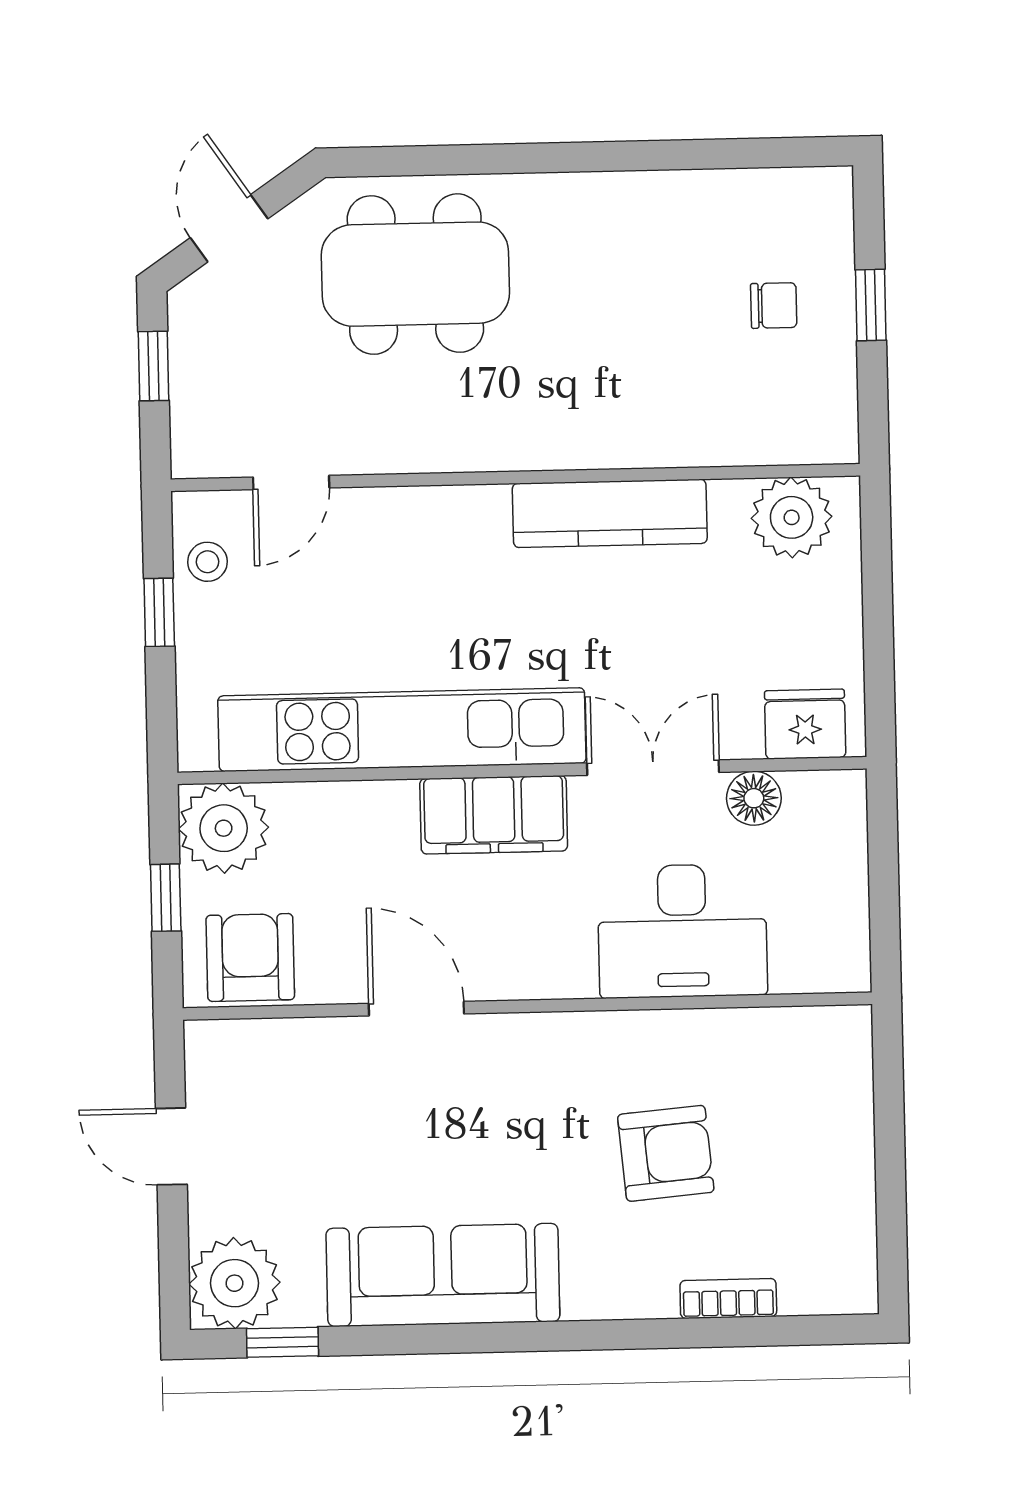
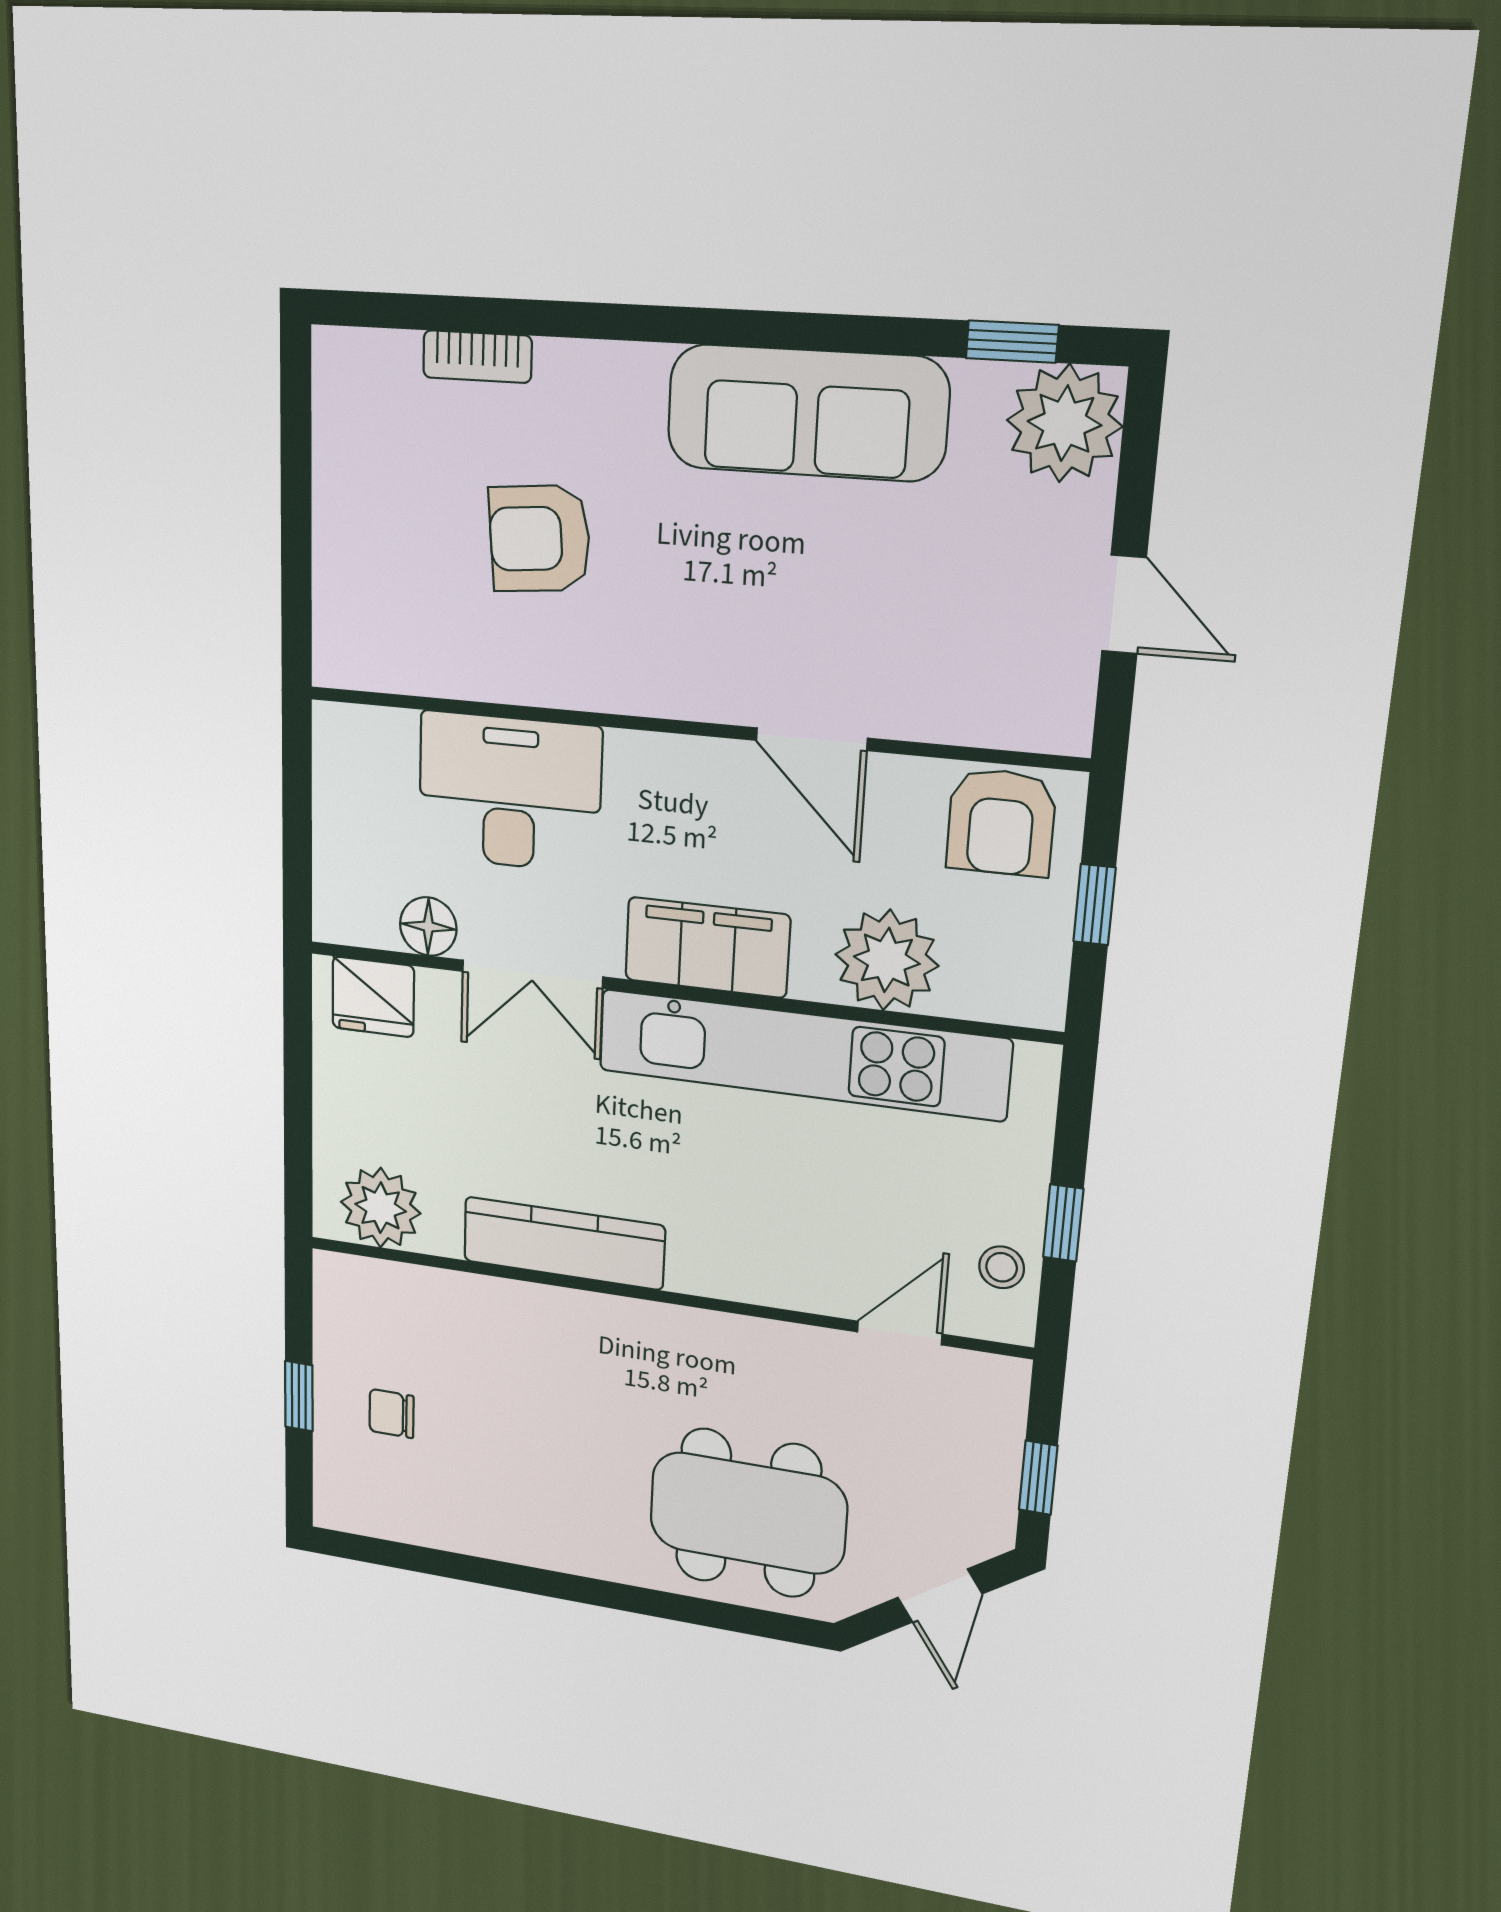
plant: (224, 828) -> (887, 960), moved

